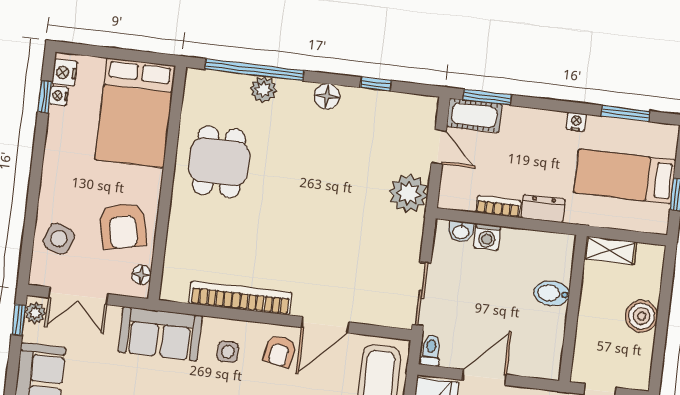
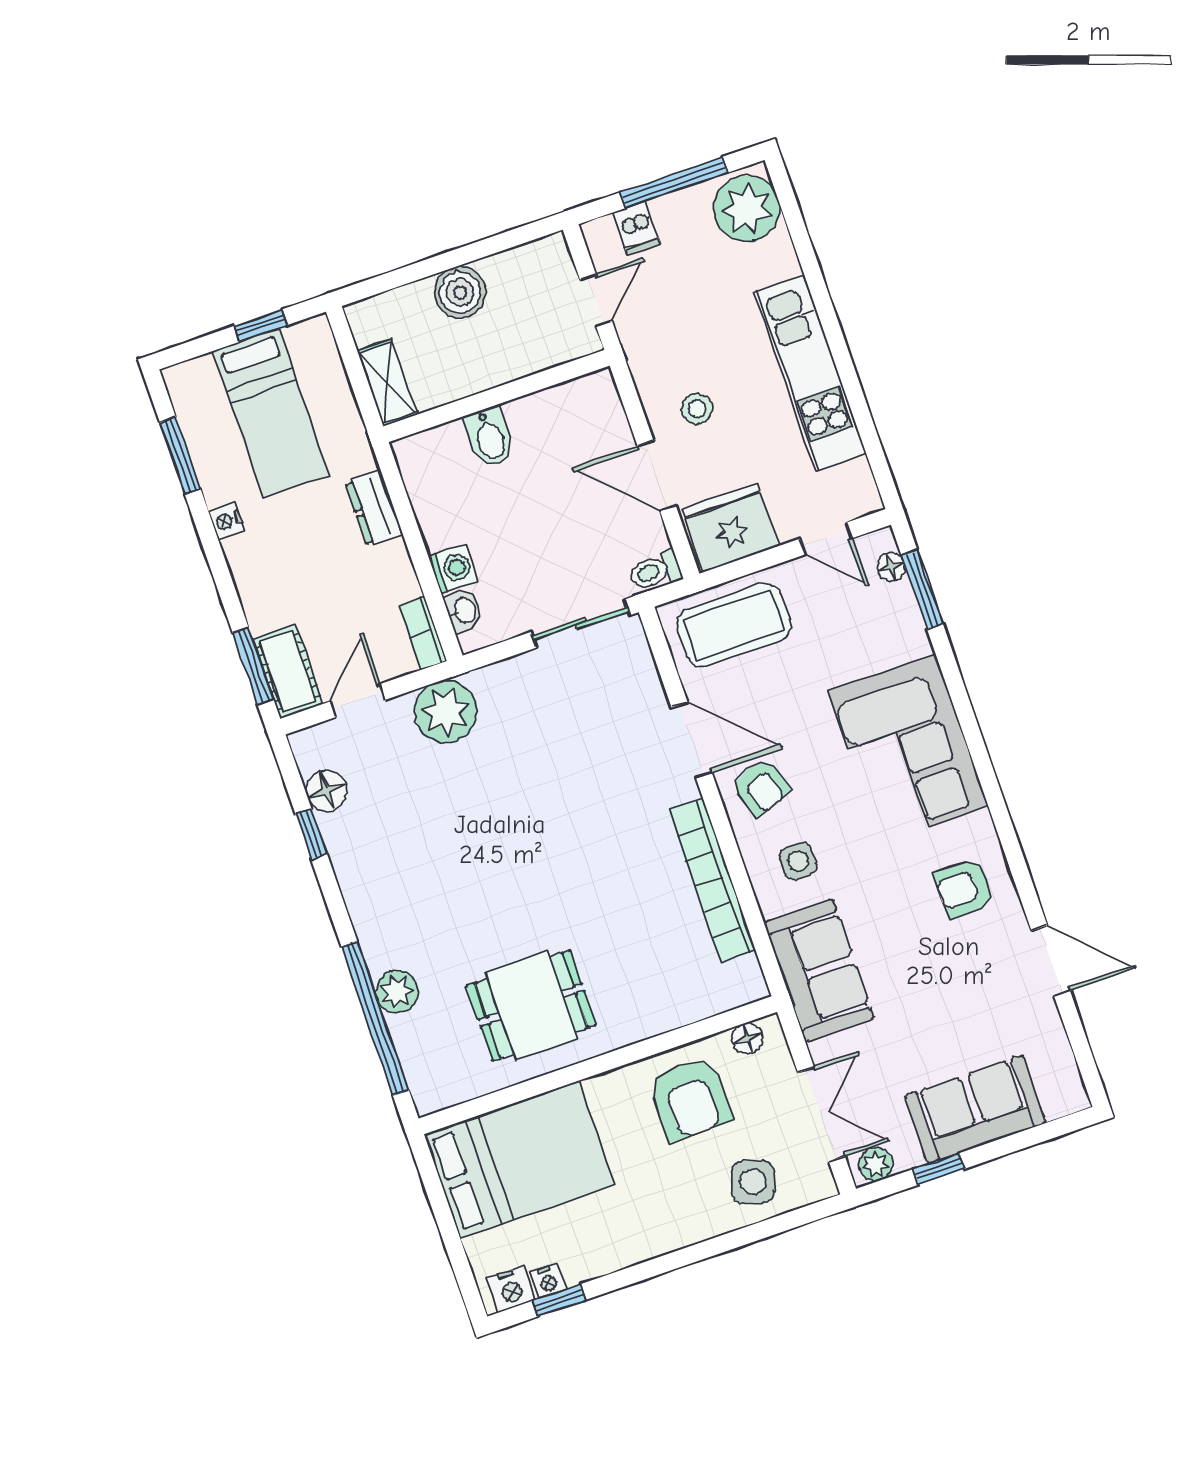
floor lamp: (327, 96) -> (326, 791), moved
bookcase: (498, 207) -> (423, 633), moved
armchair: (123, 226) -> (690, 1099), turned 102
window: (19, 320) -> (939, 1169), moved
armchair: (280, 351) -> (761, 787), turned 60

